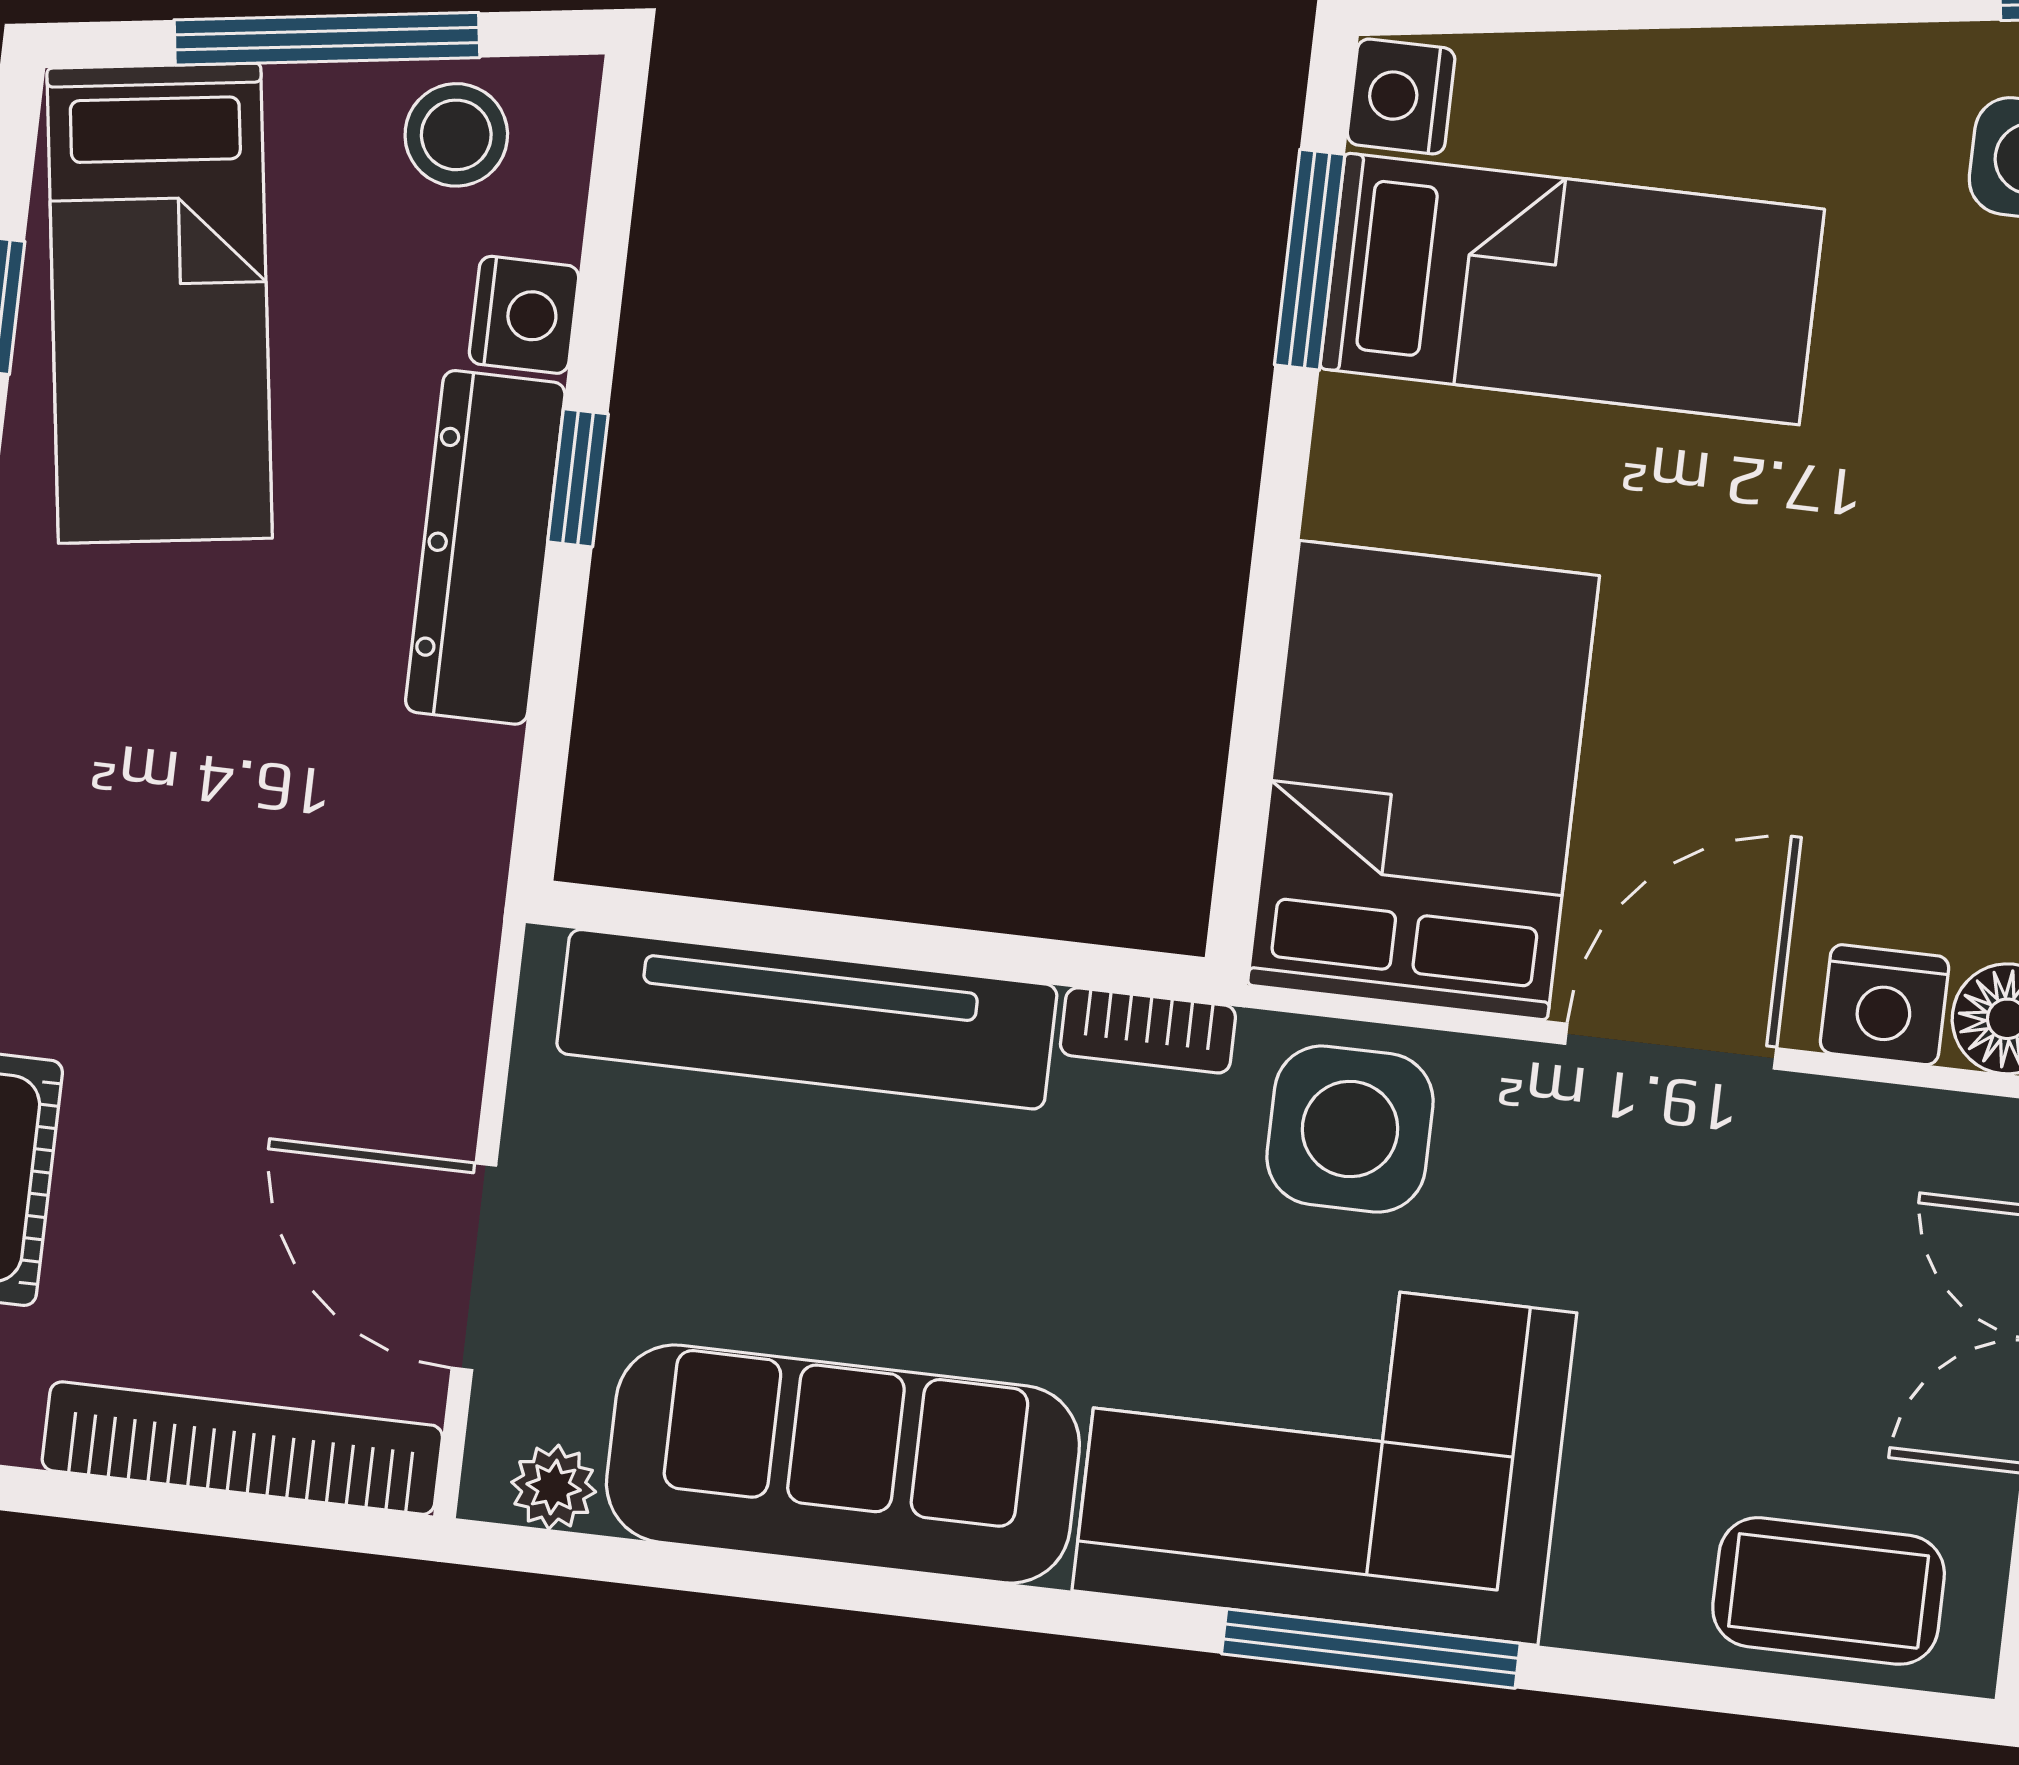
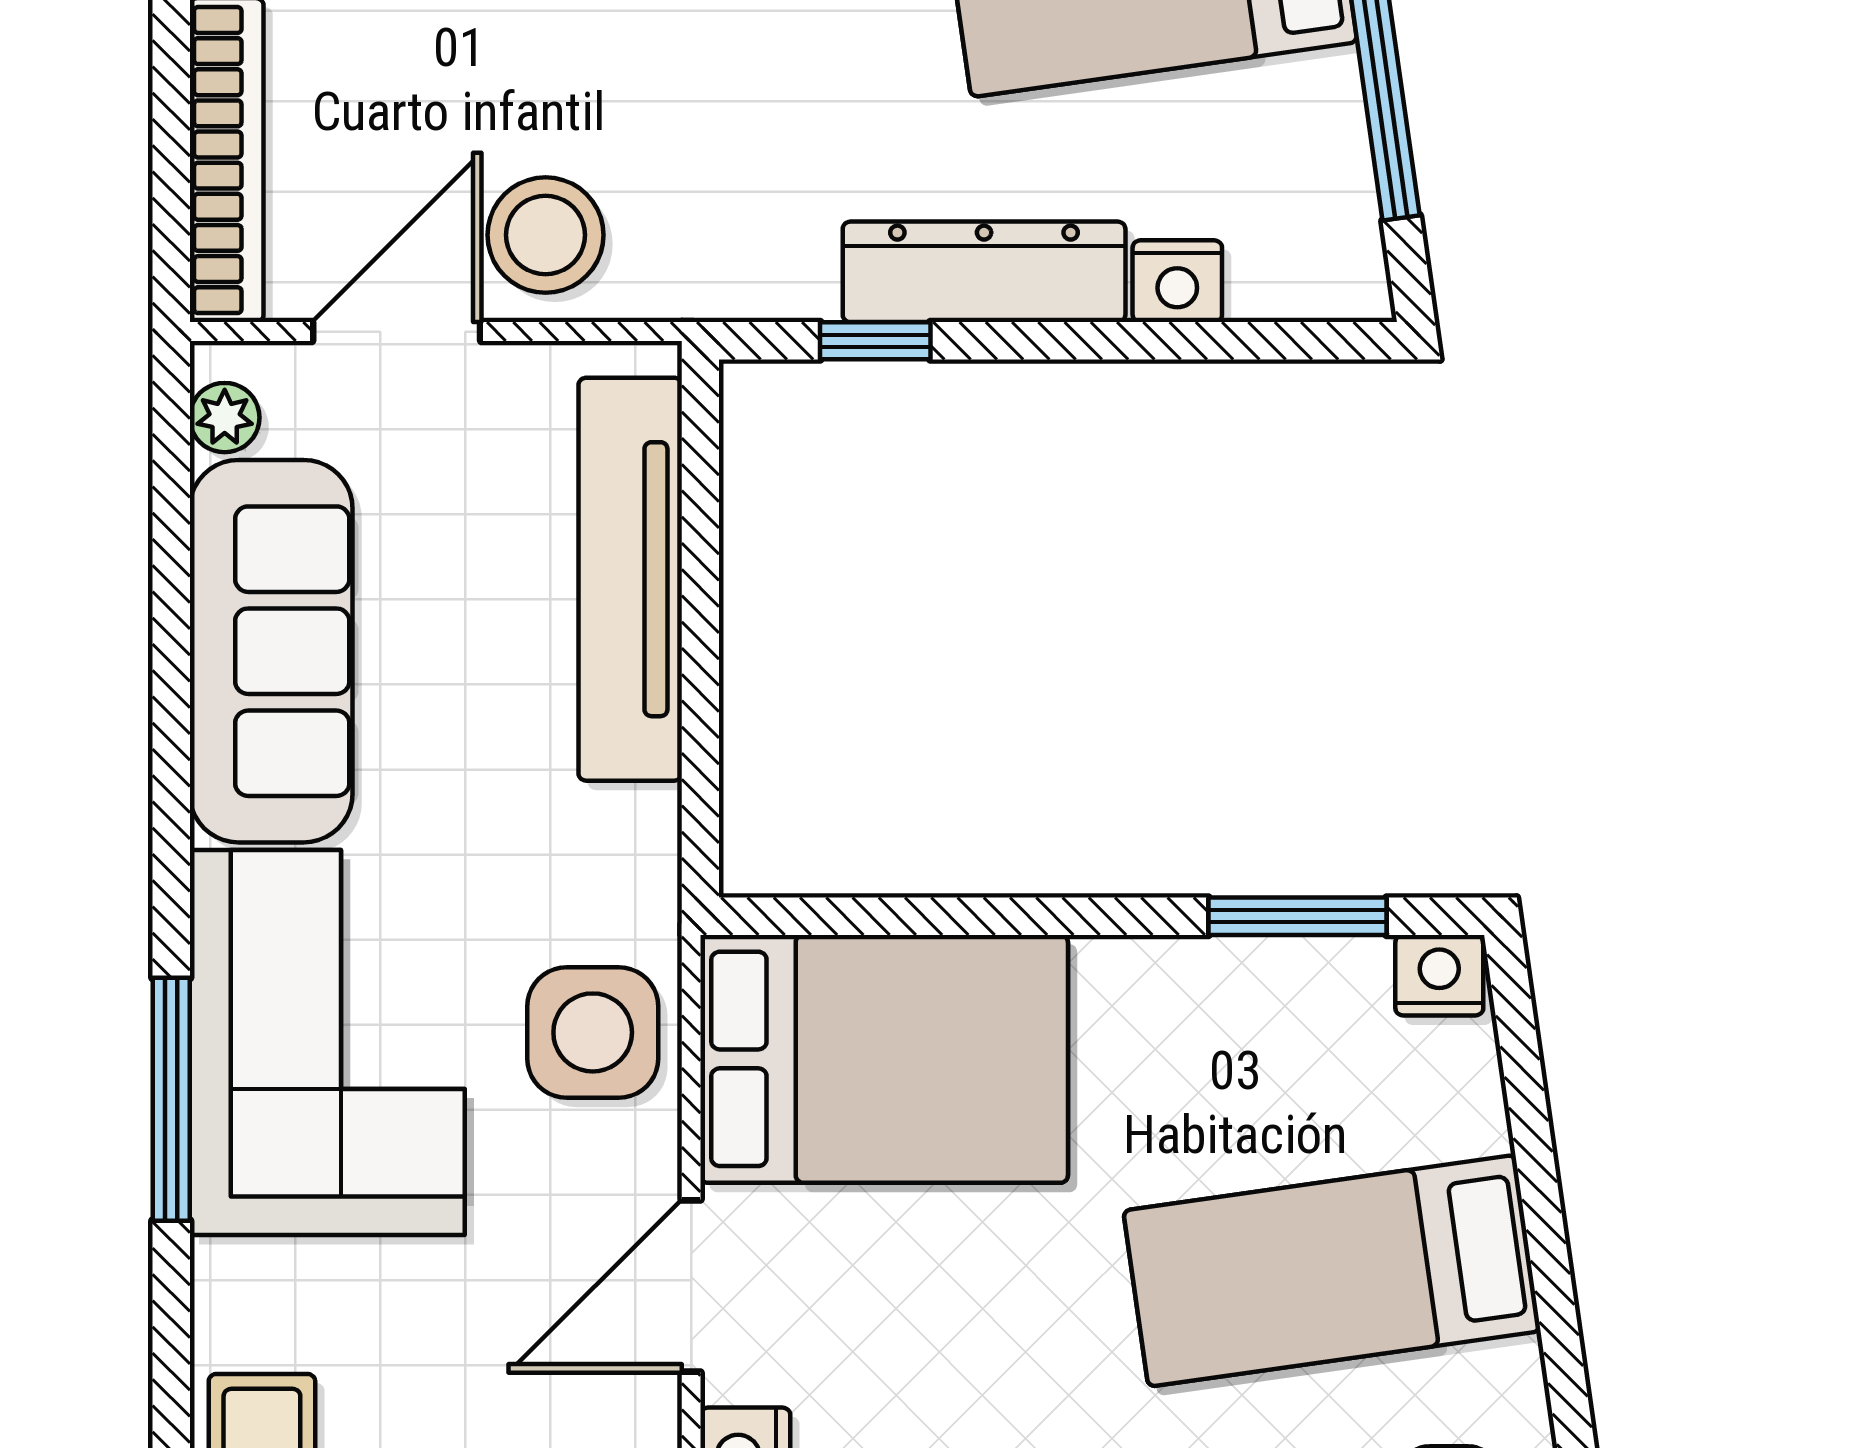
stool: (456, 135) -> (546, 235), moved, width x1.38, depth x1.38
bed: (1572, 289) -> (1332, 1271), moved, turned 82
window: (578, 478) -> (875, 341), moved
bookcase: (1148, 1030) -> (654, 858), removed
door: (1671, 1046) -> (691, 1286), swing flipped

